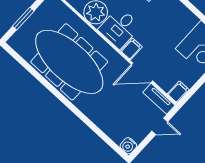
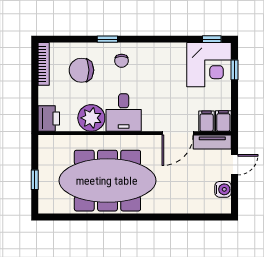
window: (23, 19) -> (35, 180), width x0.67
filing cabinet: (131, 49) -> (207, 121), moved
water cooler: (128, 146) -> (223, 189), moved, turned -90

